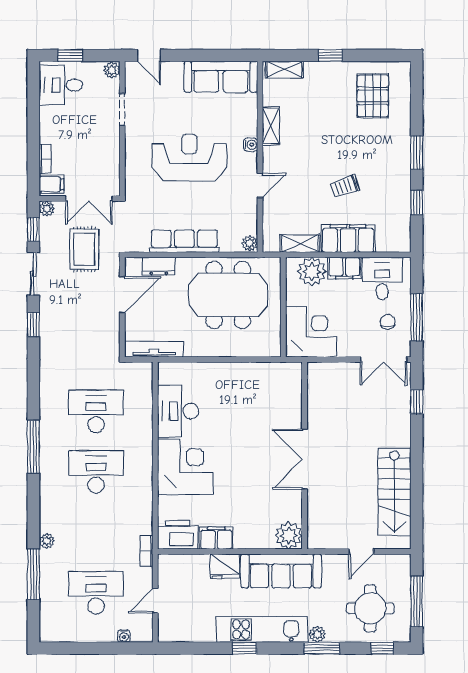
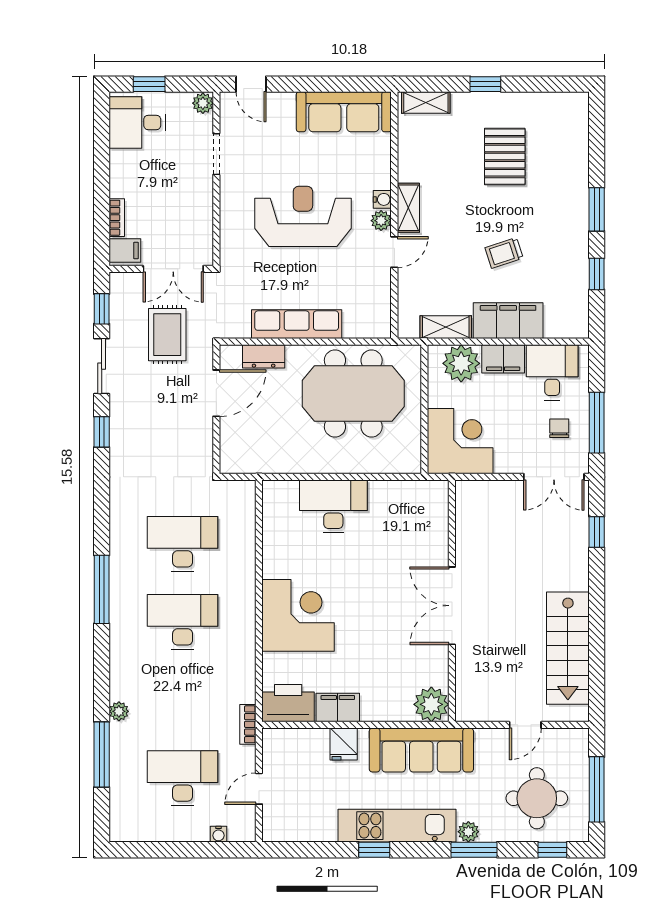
pallet: (373, 96) -> (505, 157), moved
shelving: (271, 126) -> (408, 208), moved
plant: (47, 209) -> (119, 282), removed
plant: (250, 243) -> (381, 221), moved
tv unit: (154, 349) -> (257, 464), removed
desk: (178, 411) -> (333, 506), moved, turned 90
fridge: (225, 566) -> (344, 744), width x0.72

